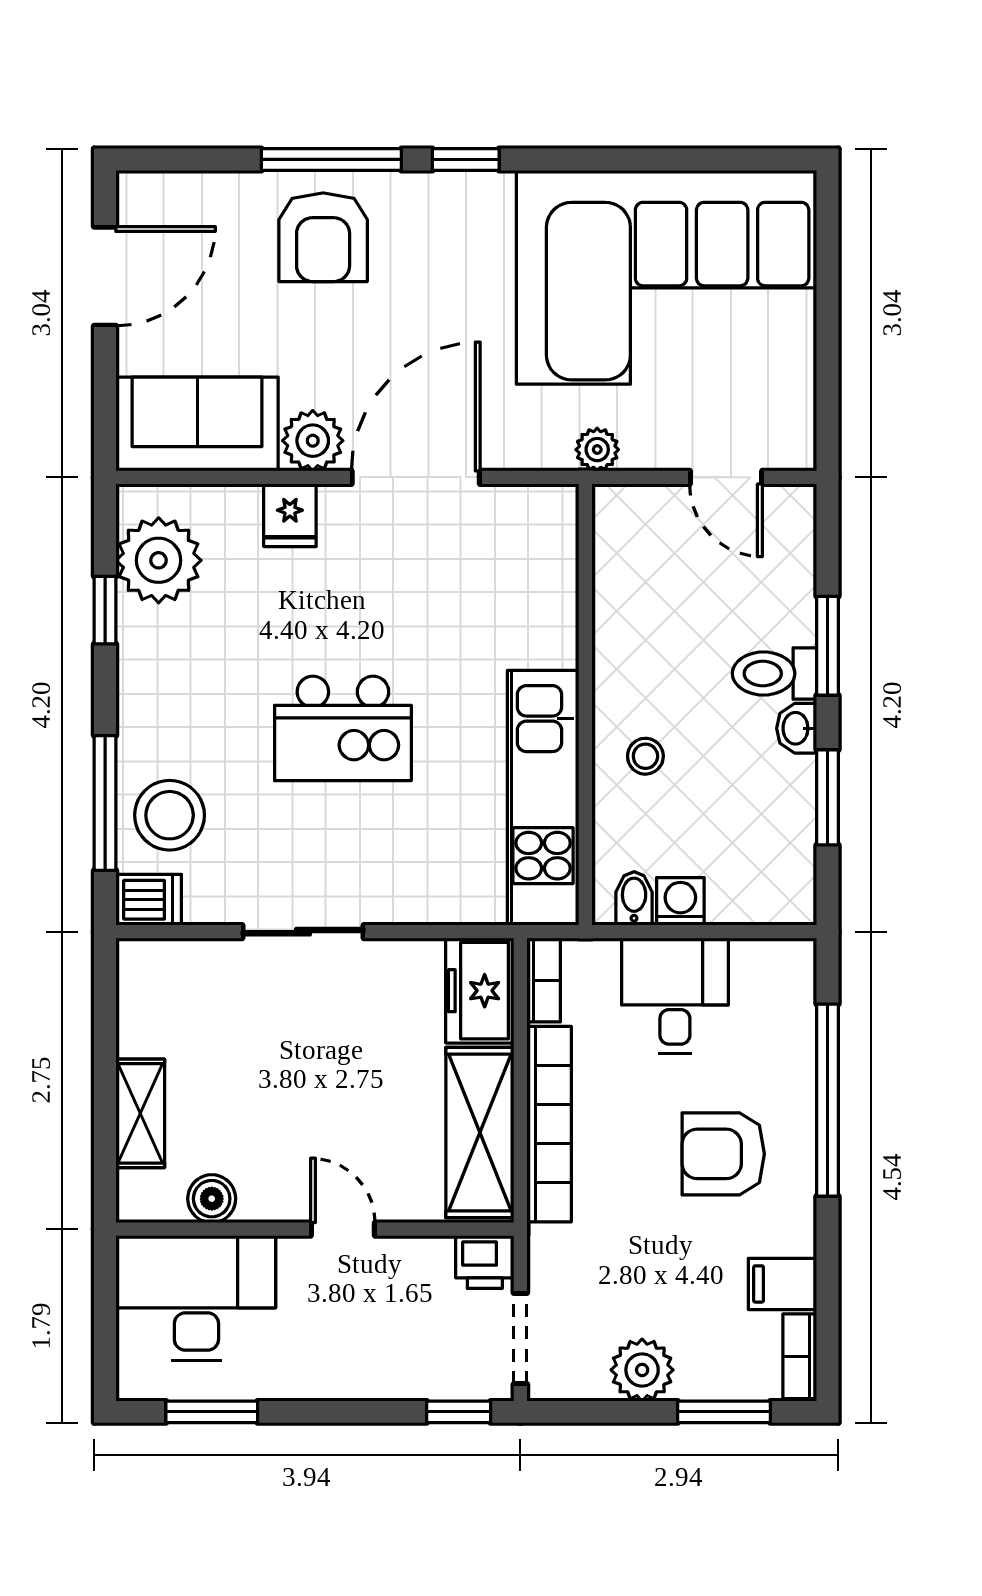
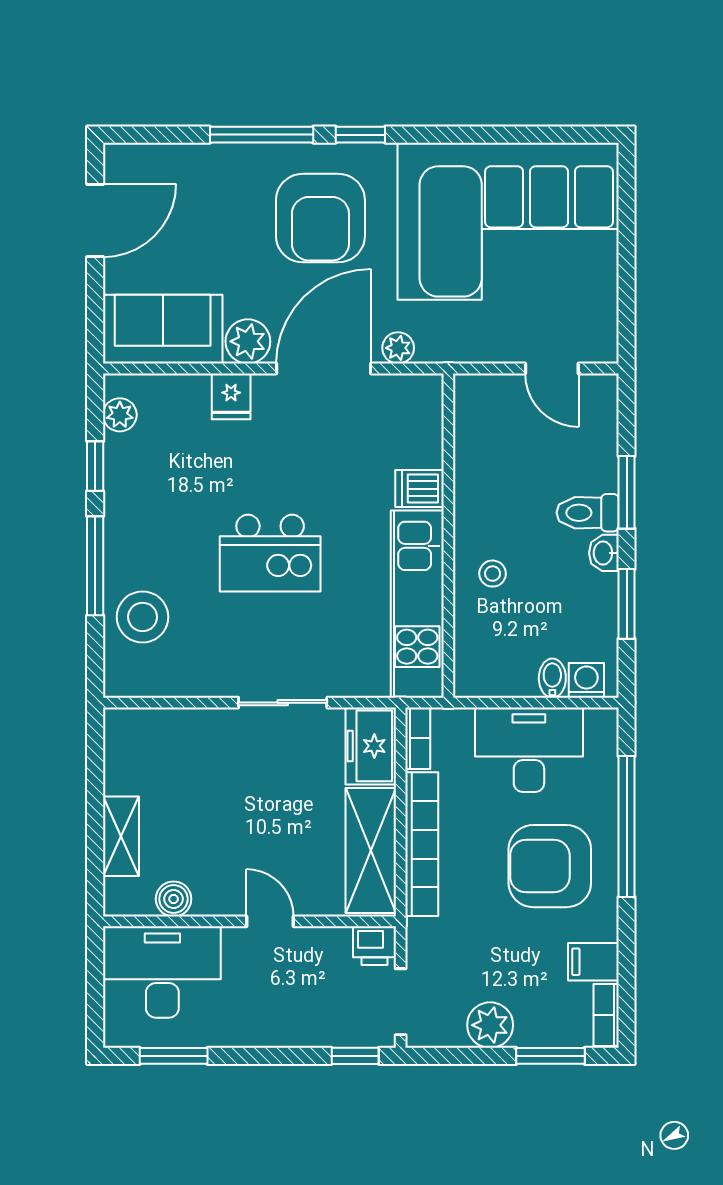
armchair: (323, 237) -> (320, 218), moved, width x1.36, depth x1.36
plant: (597, 450) -> (398, 348), moved
plant: (159, 560) -> (120, 415), width x0.53, depth x0.53
window: (105, 803) -> (95, 566), moved
bidet: (634, 898) -> (552, 678), moved
dishwasher: (149, 900) -> (419, 489), moved, turned 180
washing machine: (680, 901) -> (586, 680), moved
sliding door: (303, 932) -> (283, 703), moved
desk: (675, 996) -> (529, 750), width x1.37
armchair: (723, 1154) -> (550, 866), width x1.36, depth x1.36

